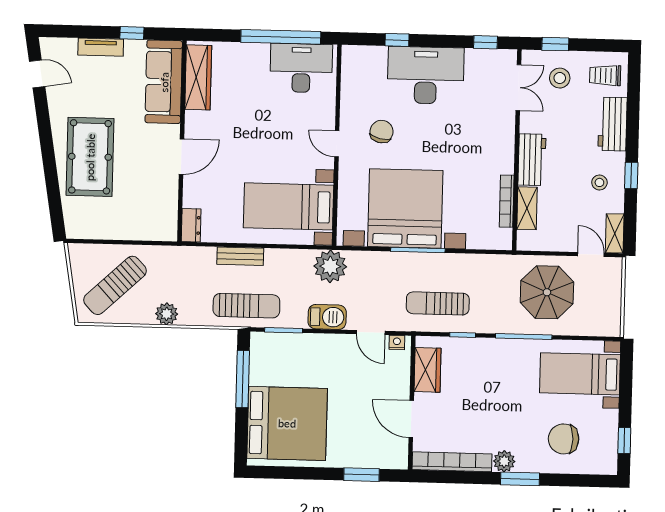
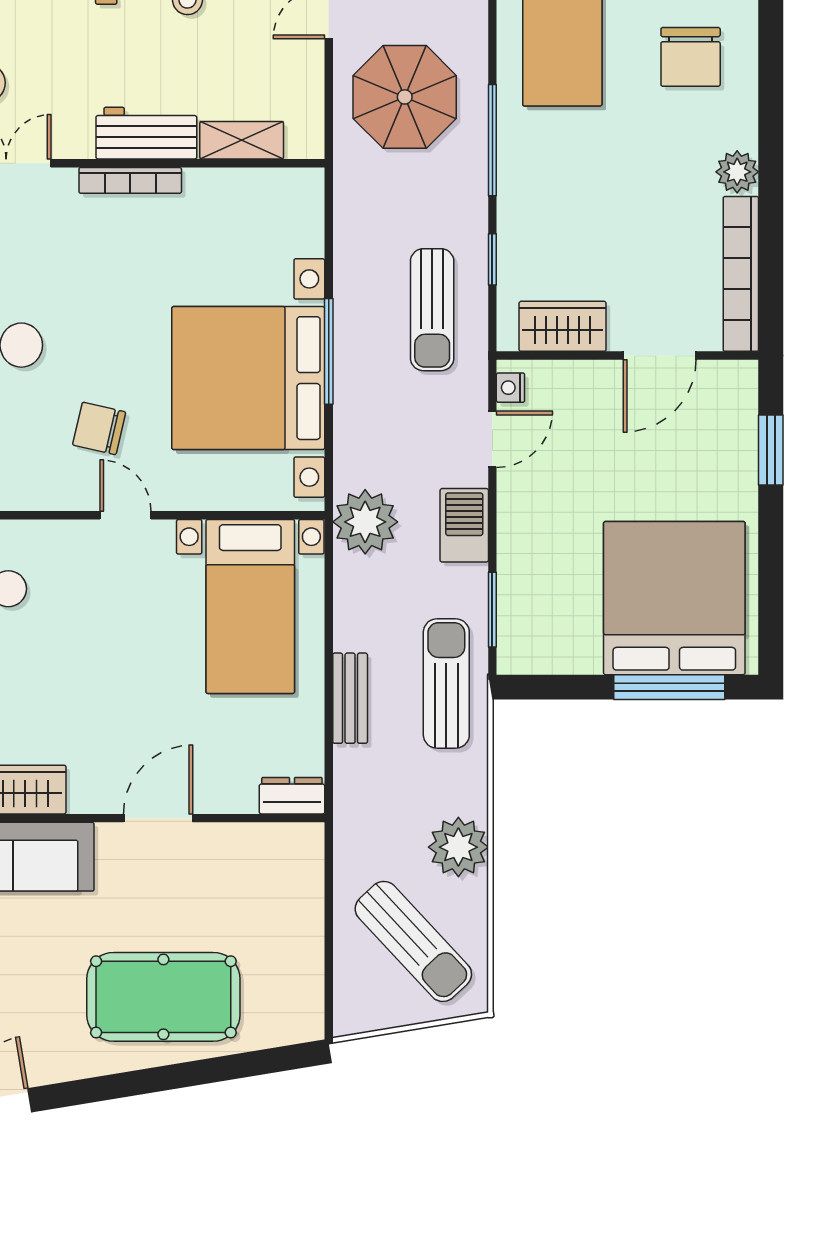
door: (337, 144) -> (125, 515), swing flipped
door: (181, 157) -> (158, 818), hinge flipped
bookcase: (507, 201) -> (130, 180), moved
plant: (167, 314) -> (458, 847), width x1.36, depth x1.36
window: (243, 379) -> (669, 687), moved
window: (520, 479) -> (771, 140), removed

